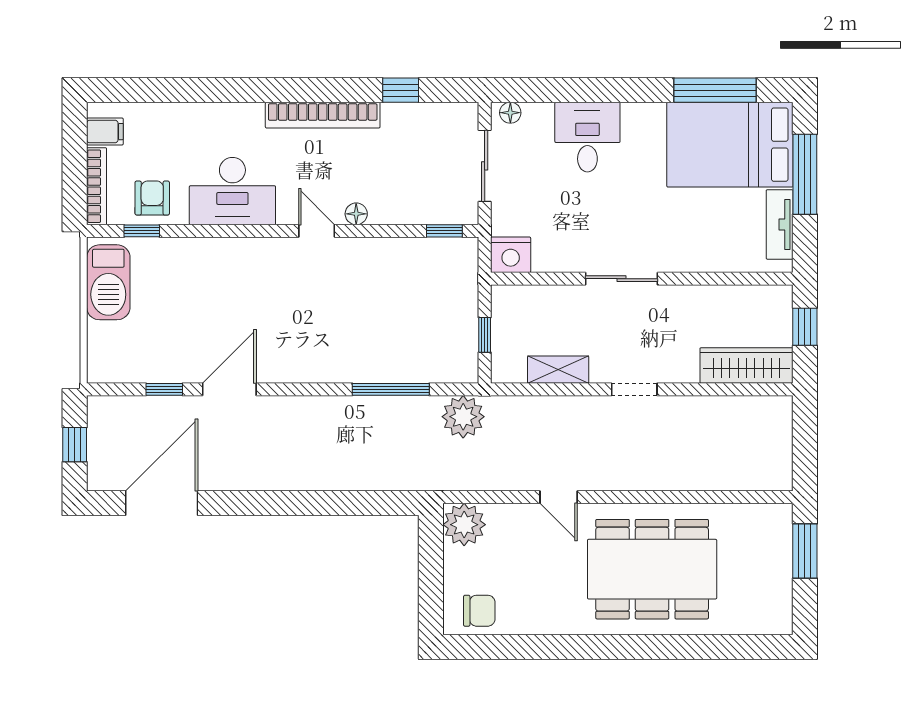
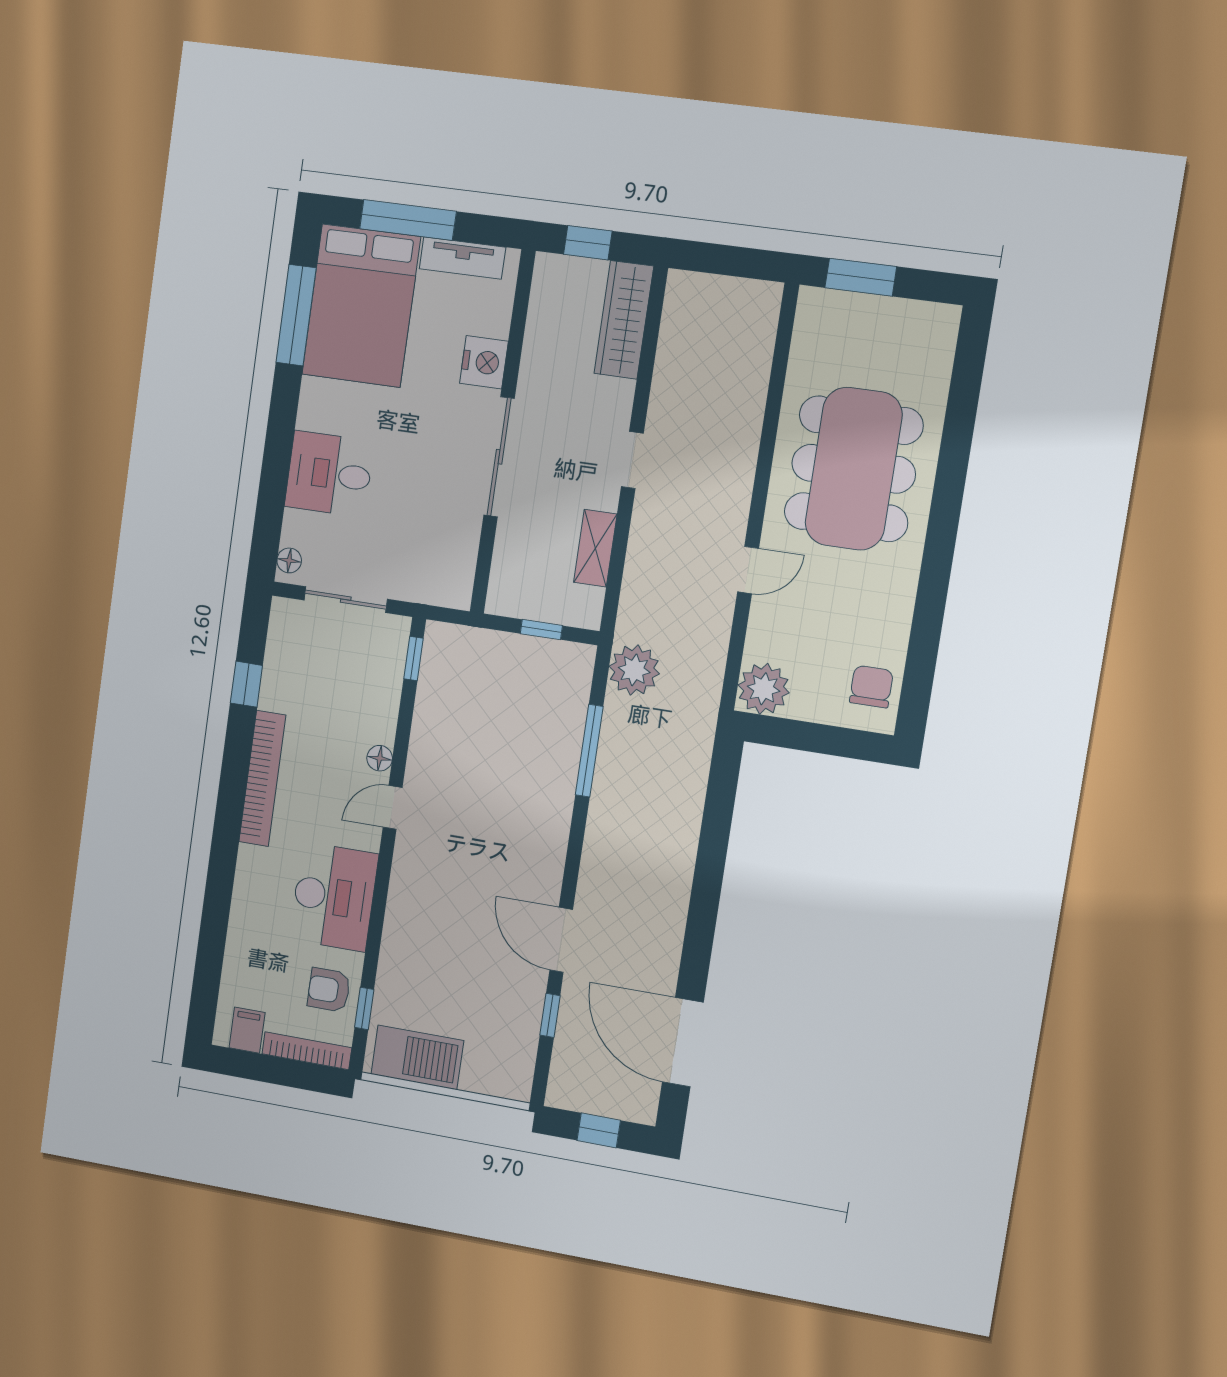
nightstand: (511, 255) -> (484, 362), moved
sliding door: (622, 279) -> (499, 457), width x1.37

